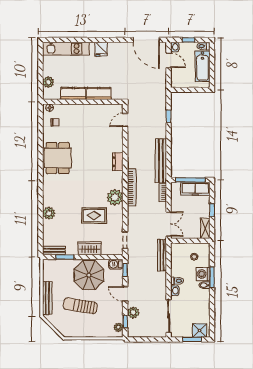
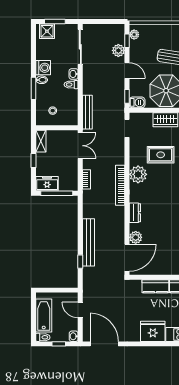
fridge: (101, 49) -> (153, 331), width x1.88, depth x1.34
door: (169, 60) -> (80, 310), moved
door: (125, 120) -> (127, 258), width x1.88
plant: (117, 139) -> (136, 237), added
bench: (161, 161) -> (89, 242), moved
freezer: (195, 189) -> (47, 184), width x0.71
double door: (169, 224) -> (80, 146), swing flipped
washing machine: (203, 274) -> (43, 68), moved

